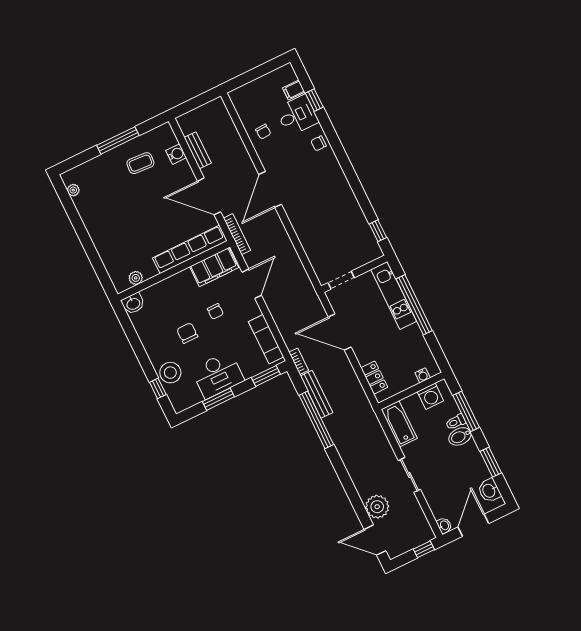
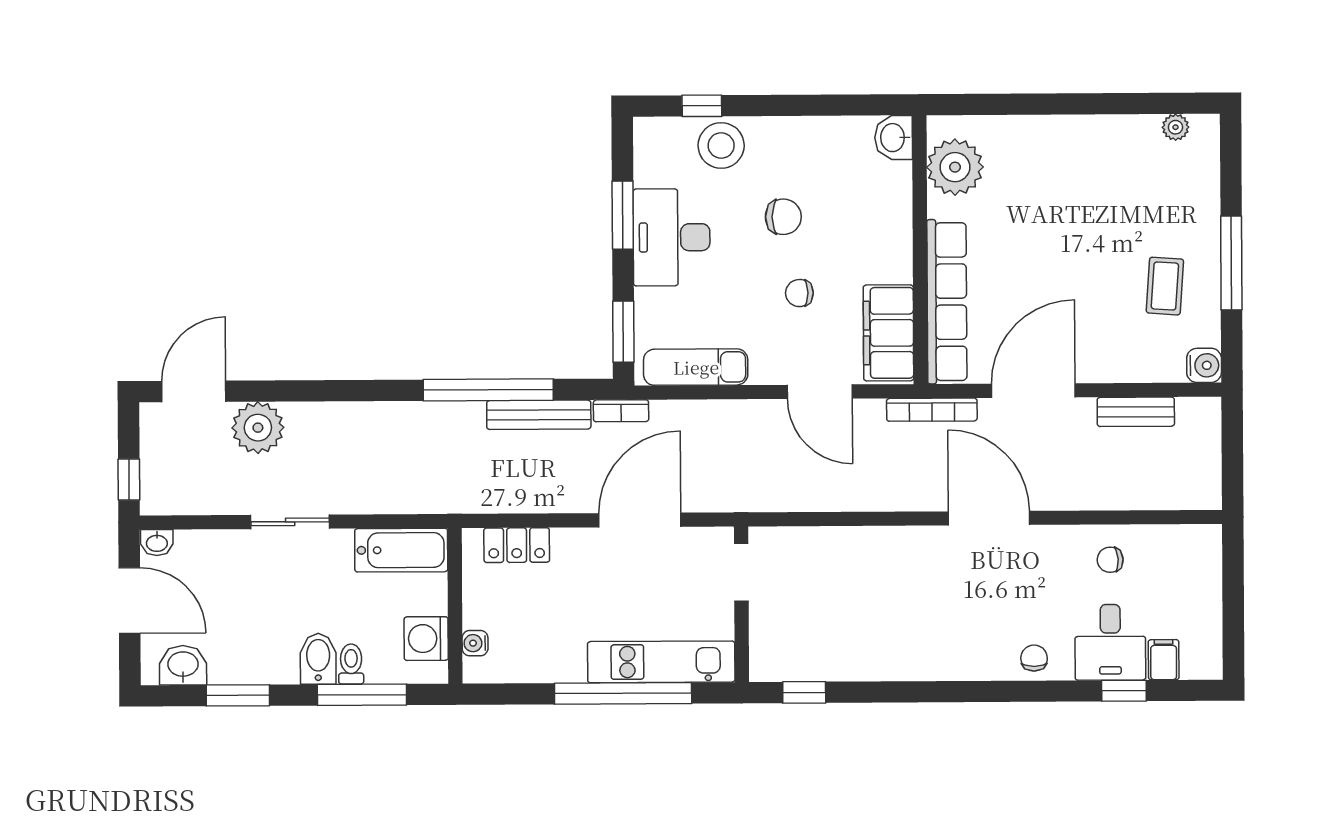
water cooler: (176, 154) -> (1204, 365), moved, turned -90
plant: (136, 278) -> (955, 167), width x1.88, depth x1.88

